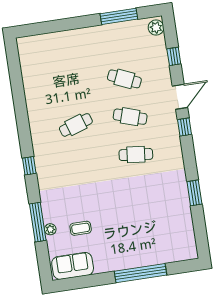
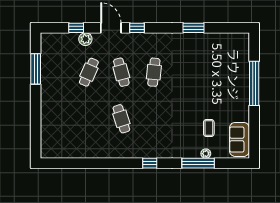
plant: (156, 28) -> (85, 39), moved
cafe table: (130, 117) -> (121, 72), turned -33

